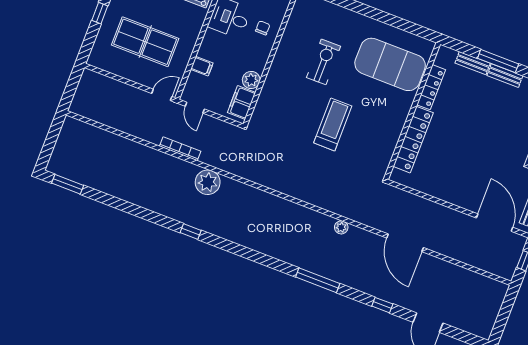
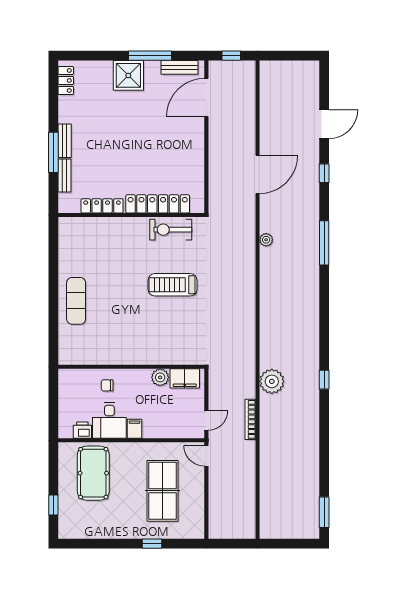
exercise bike: (324, 62) -> (171, 230), moved
exercise mat: (390, 64) -> (76, 301), moved, width x0.50, depth x0.69
filing cabinet: (202, 66) -> (135, 429), moved

